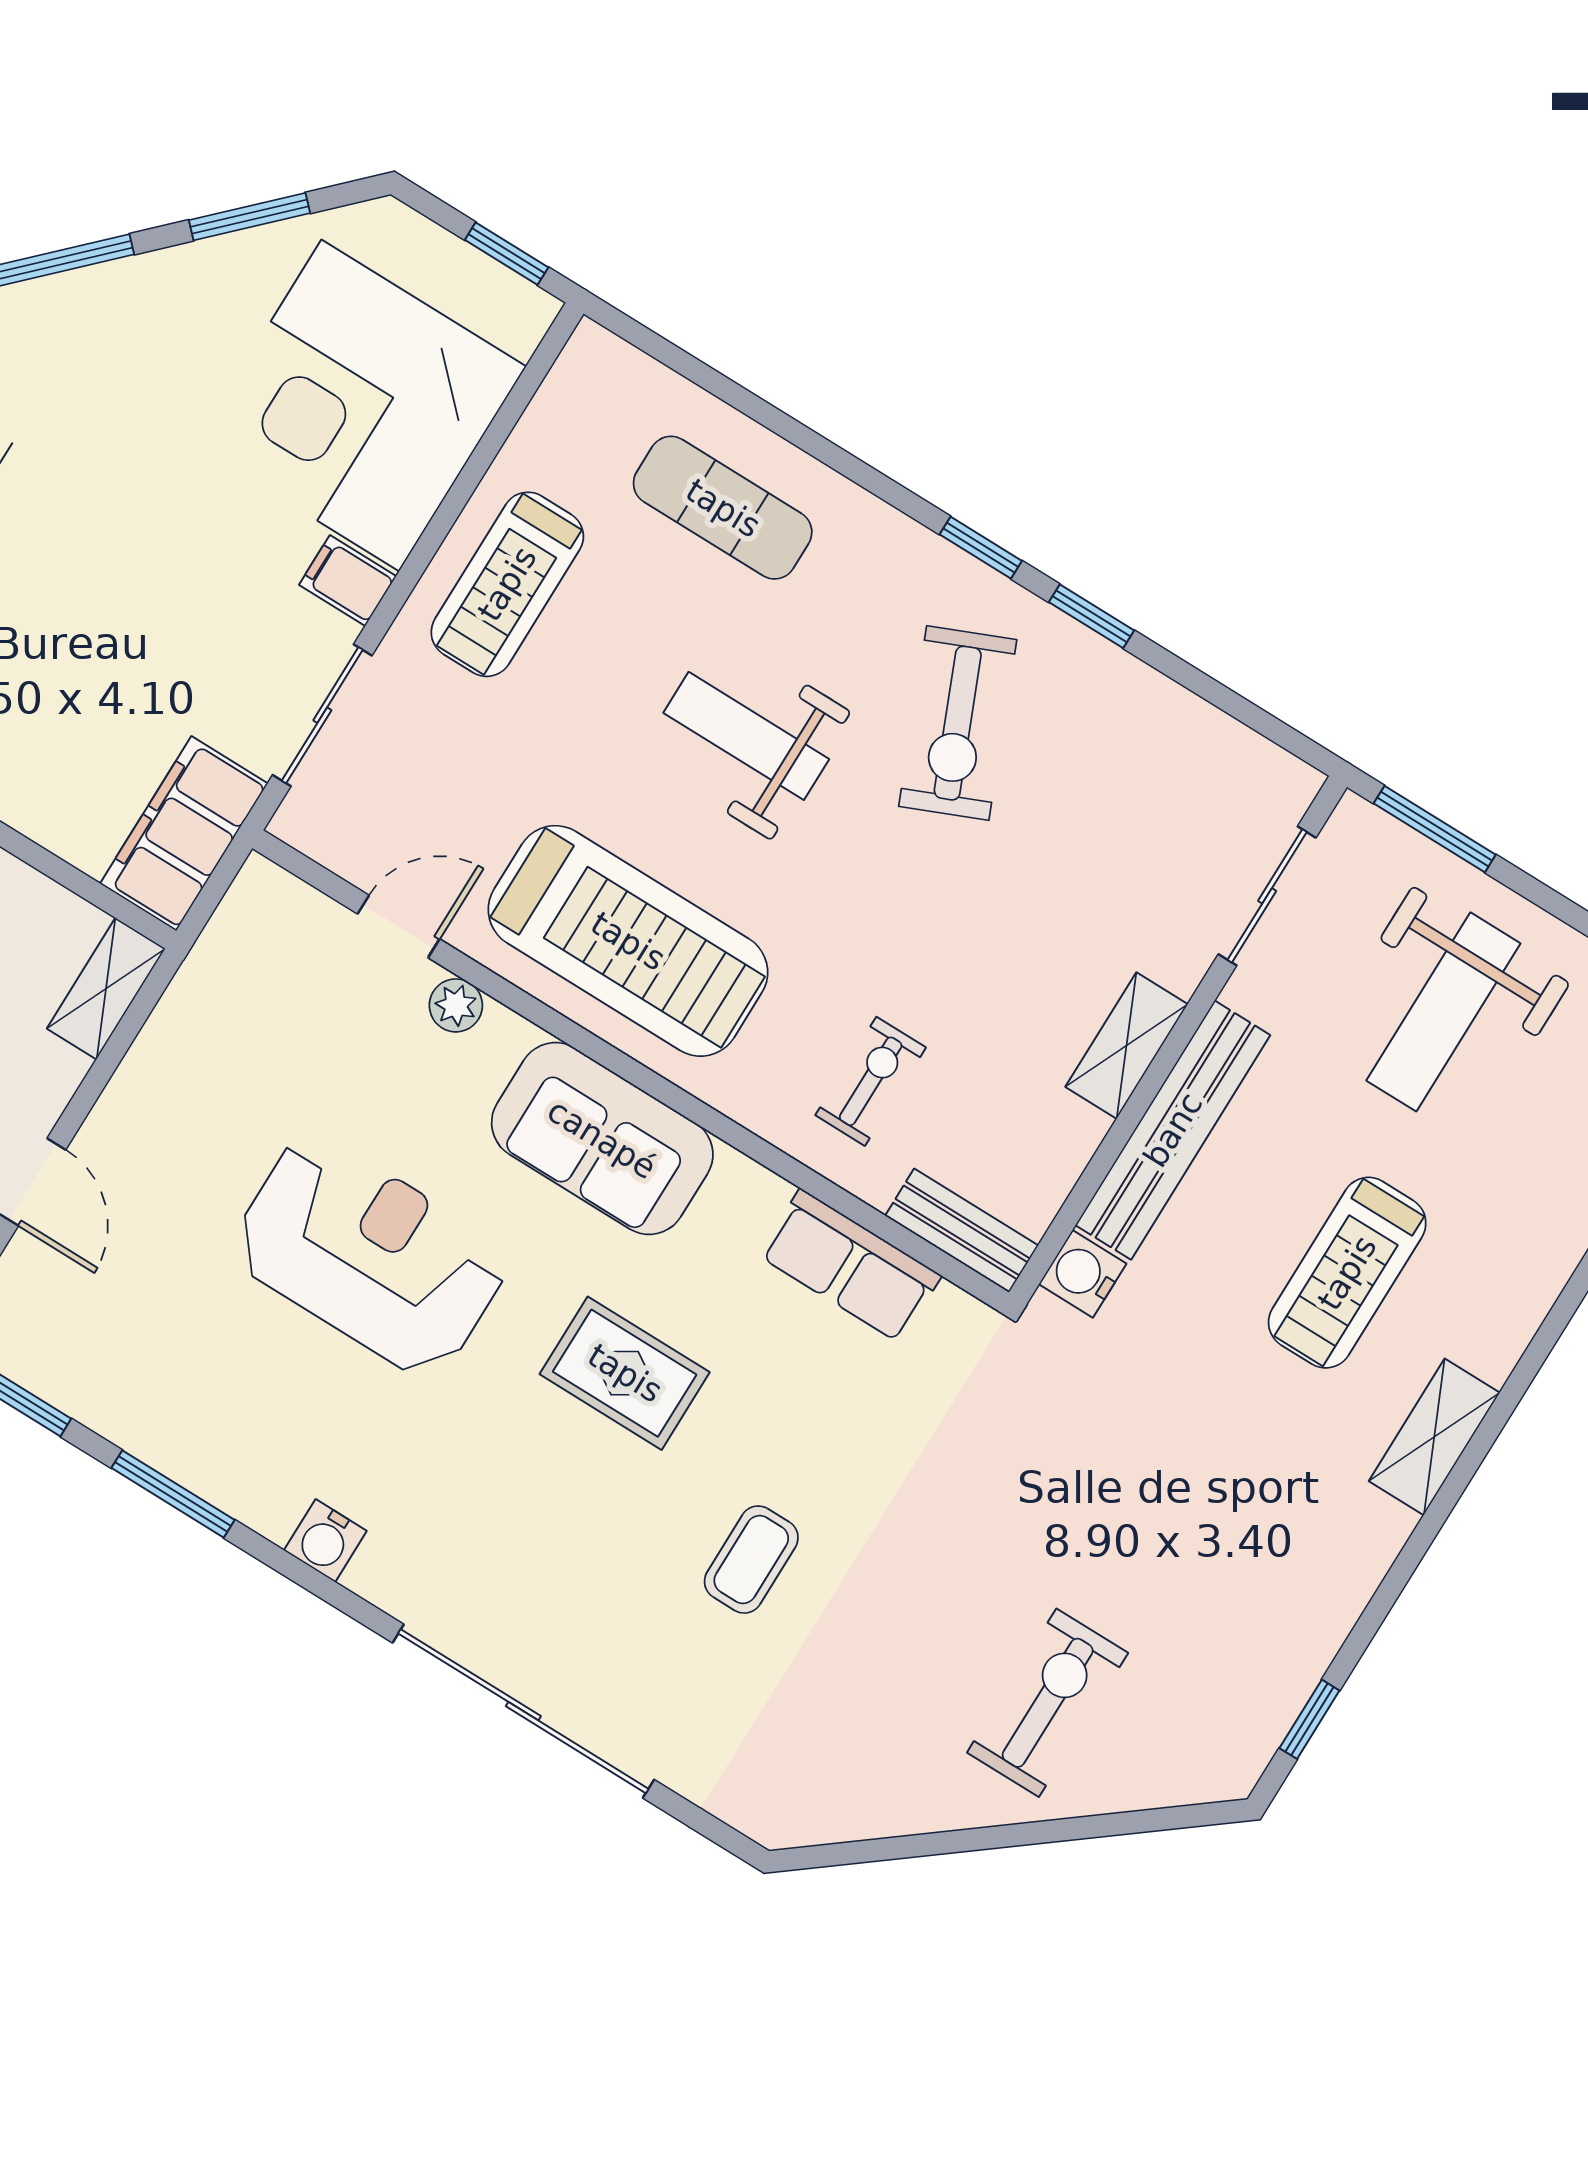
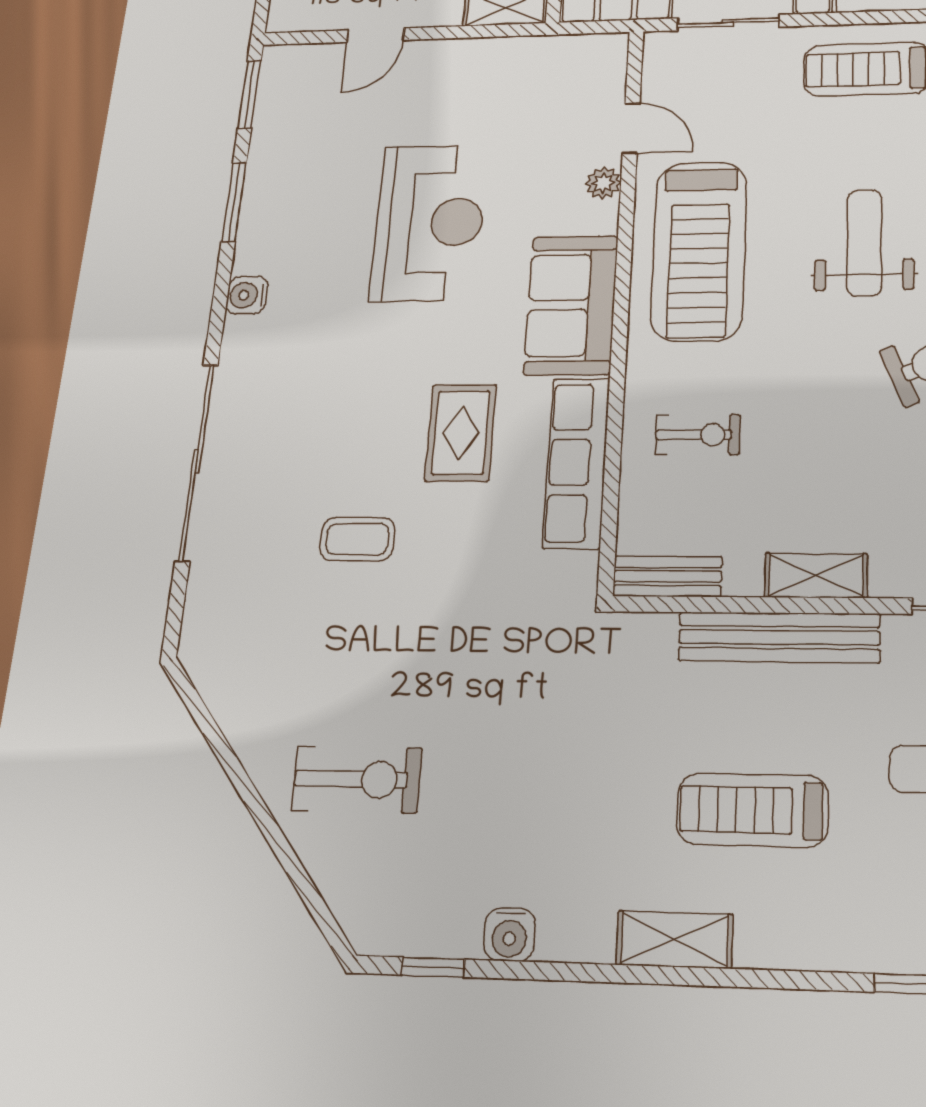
bench: (962, 1231) -> (667, 576), moved, turned 90
row of seats: (850, 1266) -> (577, 462), width x1.48
water cooler: (1083, 1274) -> (509, 935), moved, turned 180
rug: (625, 1373) -> (461, 433), moved

